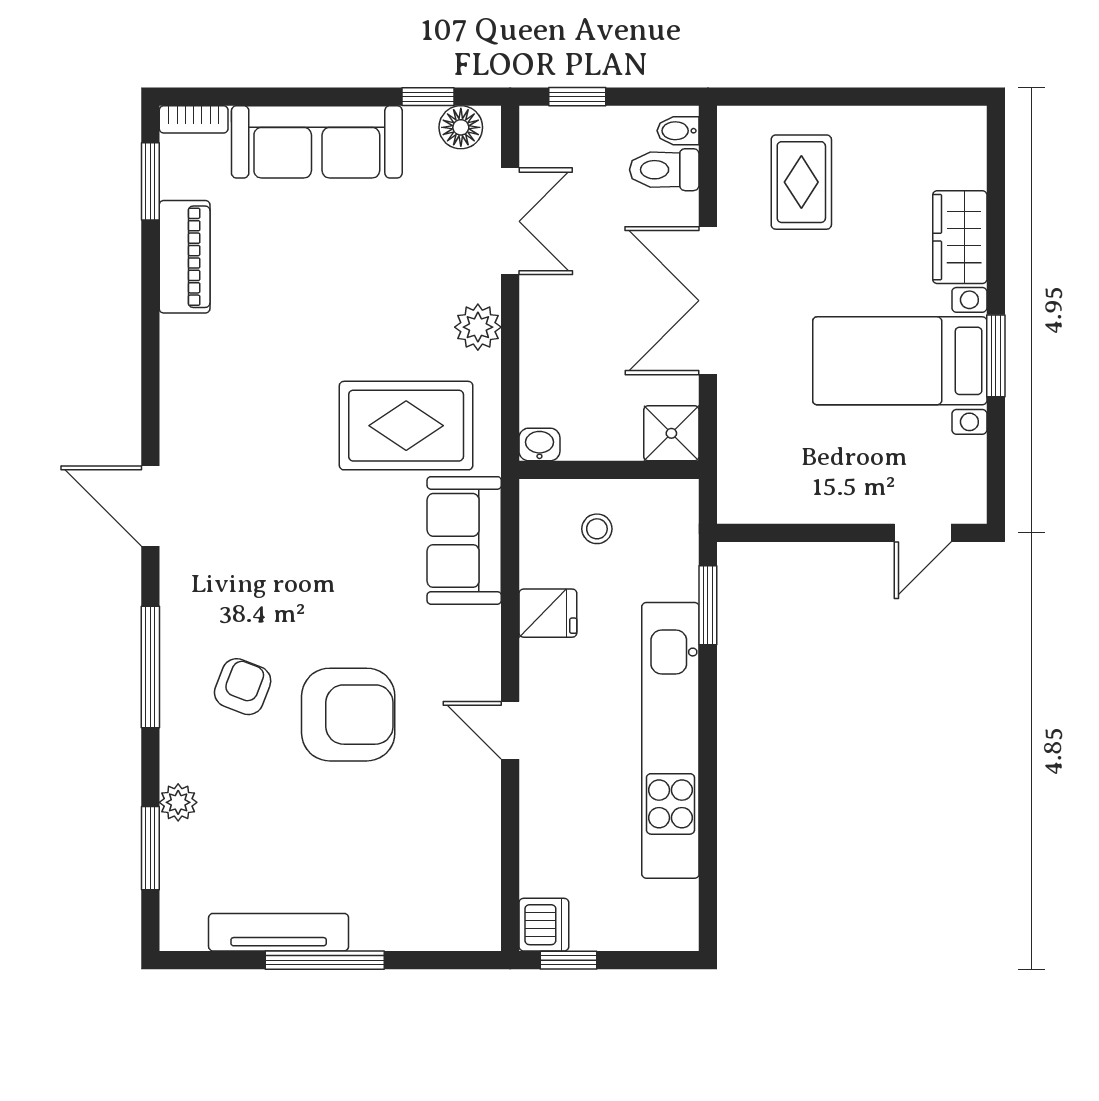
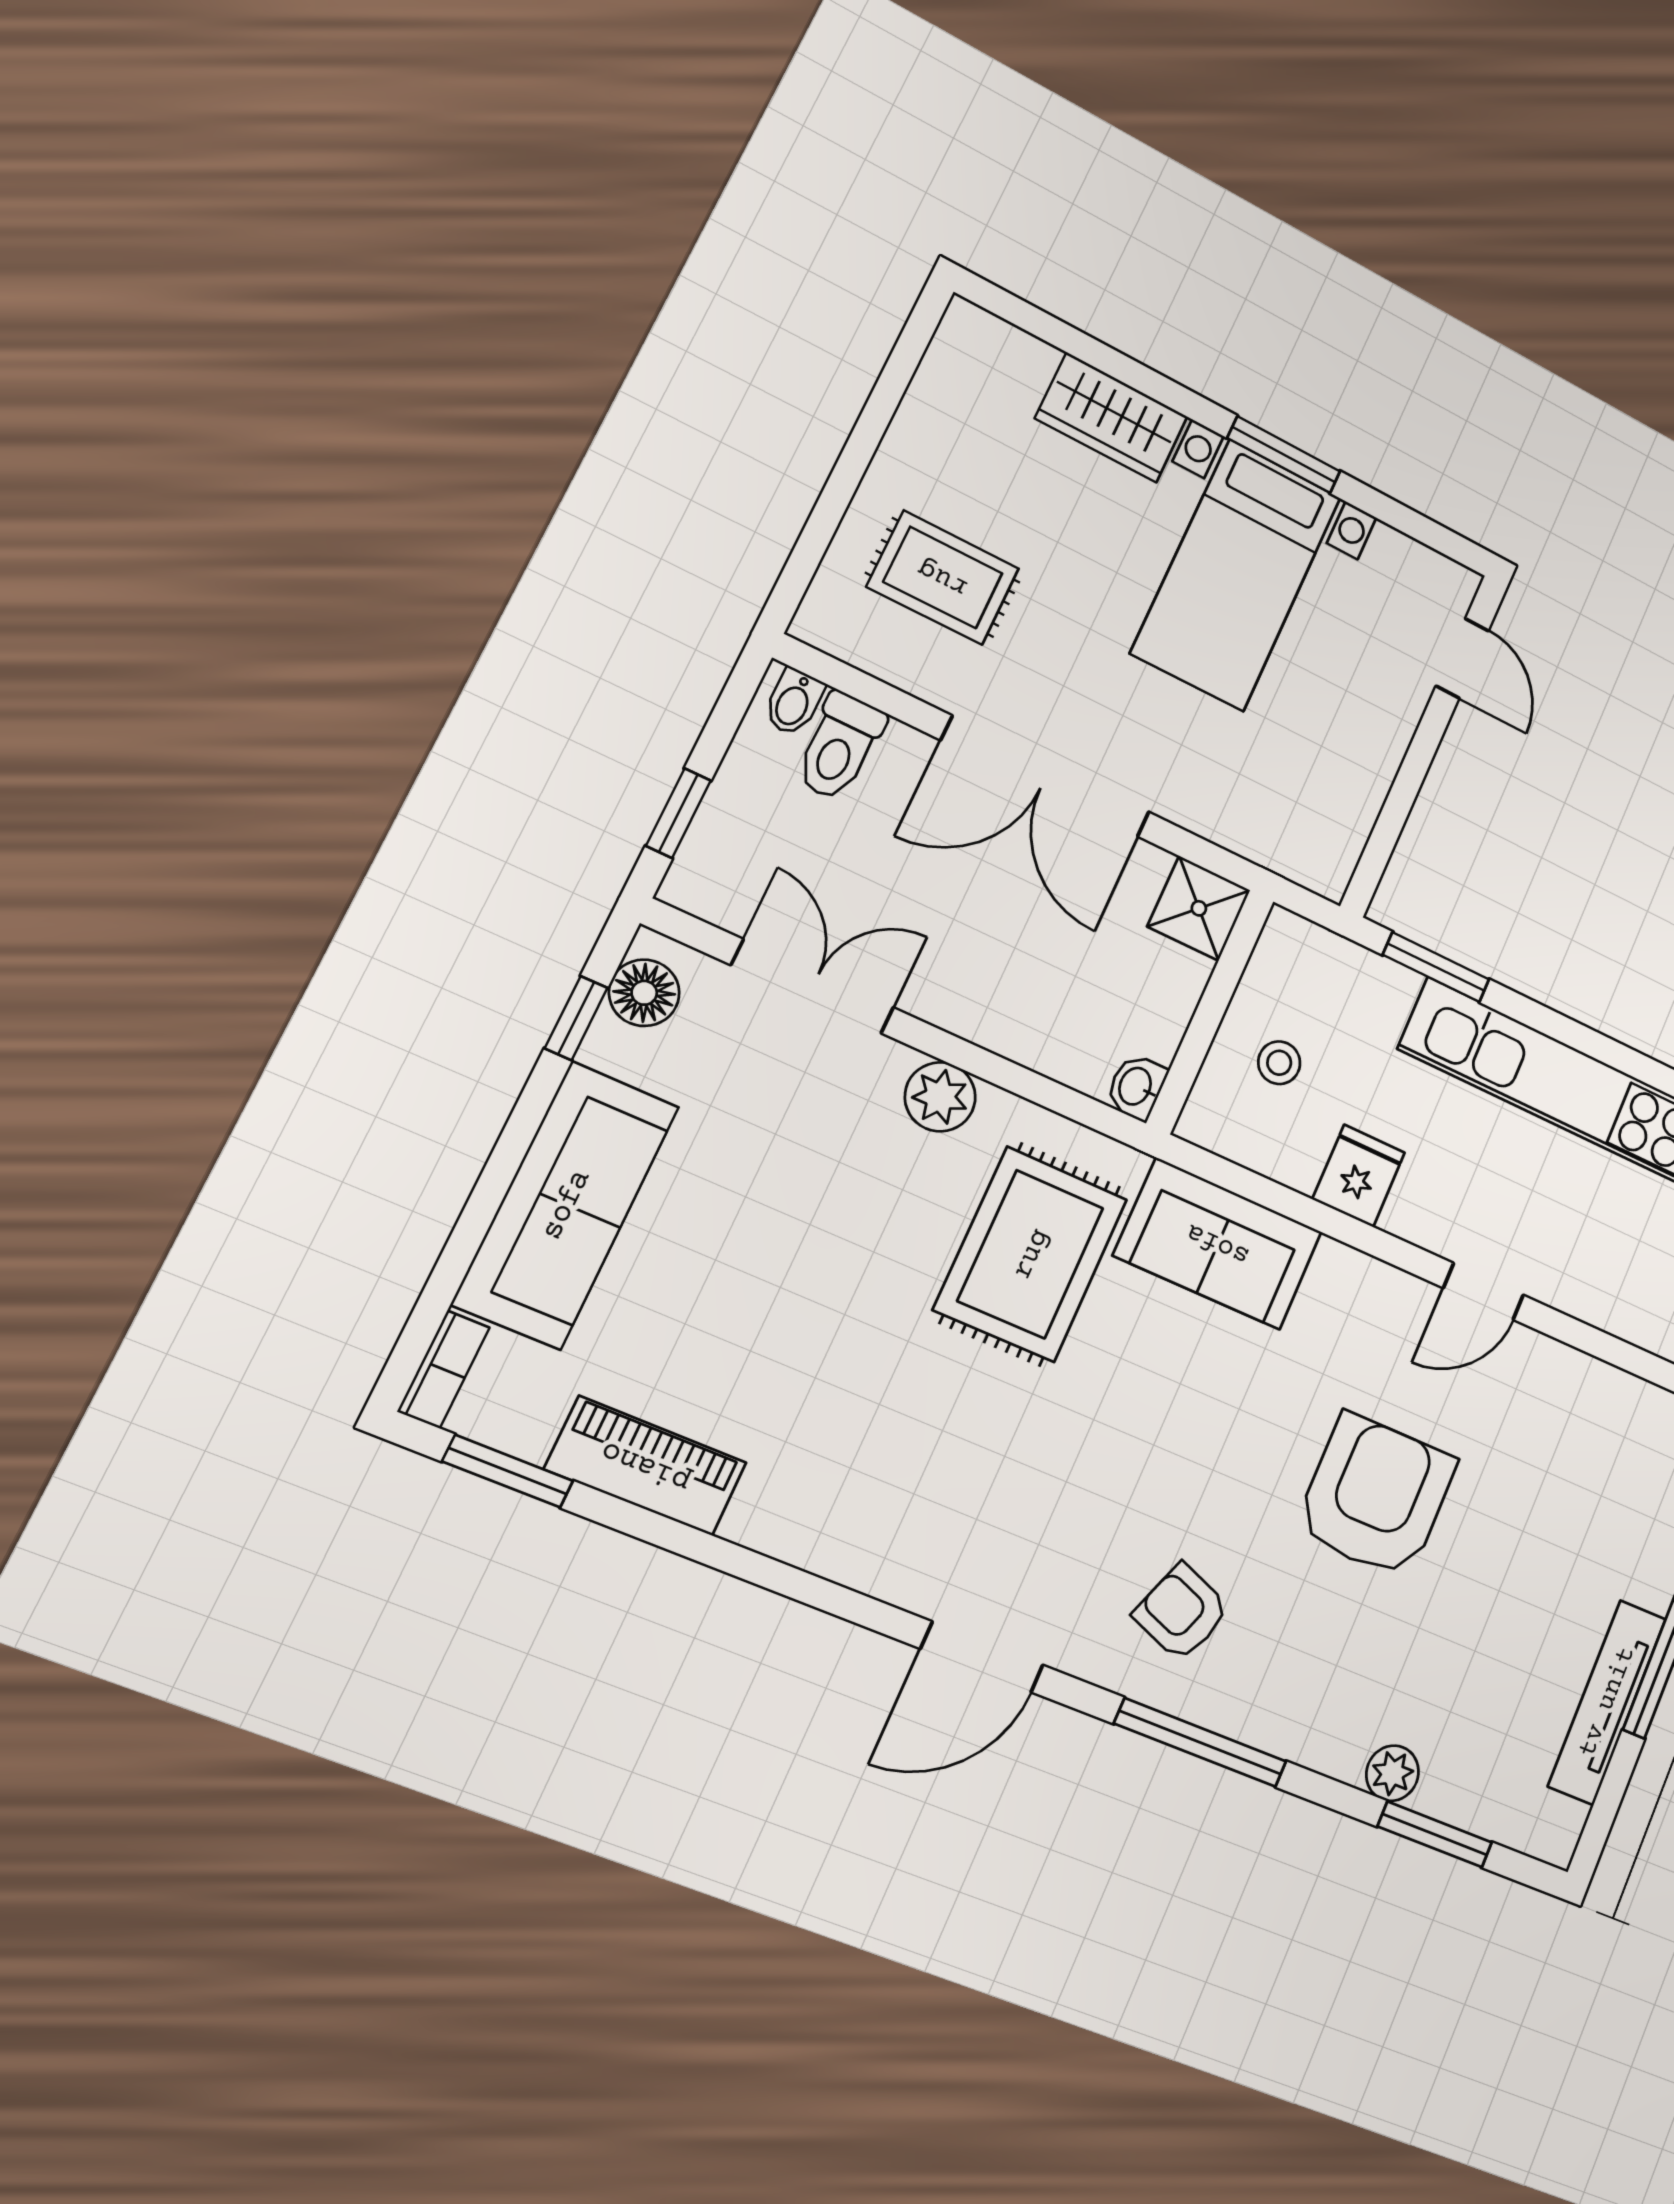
armchair: (243, 687) -> (1182, 1612), moved

